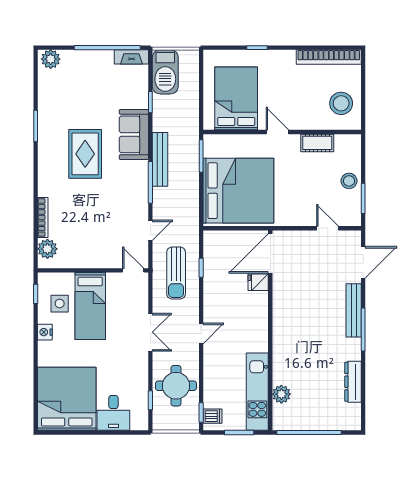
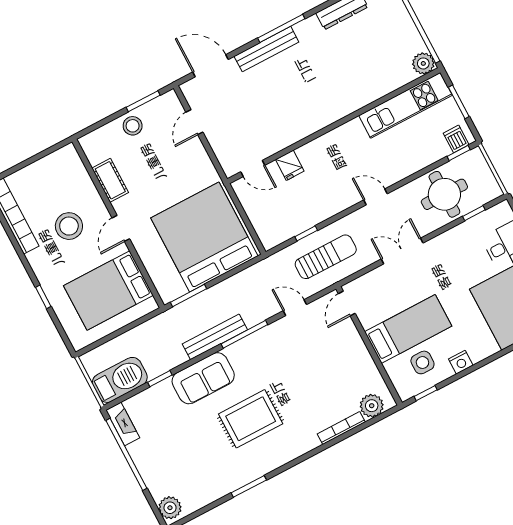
stool: (341, 103) -> (69, 226), moved
door: (270, 253) -> (253, 168), width x0.53
plant: (281, 394) -> (423, 63), moved

